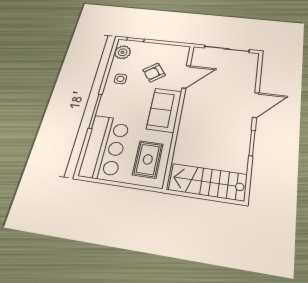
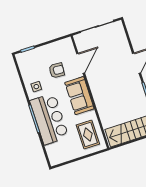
plant: (123, 52) -> (25, 64), removed
armchair: (154, 73) -> (57, 70), turned -140
bar counter: (105, 147) -> (49, 119), moved

